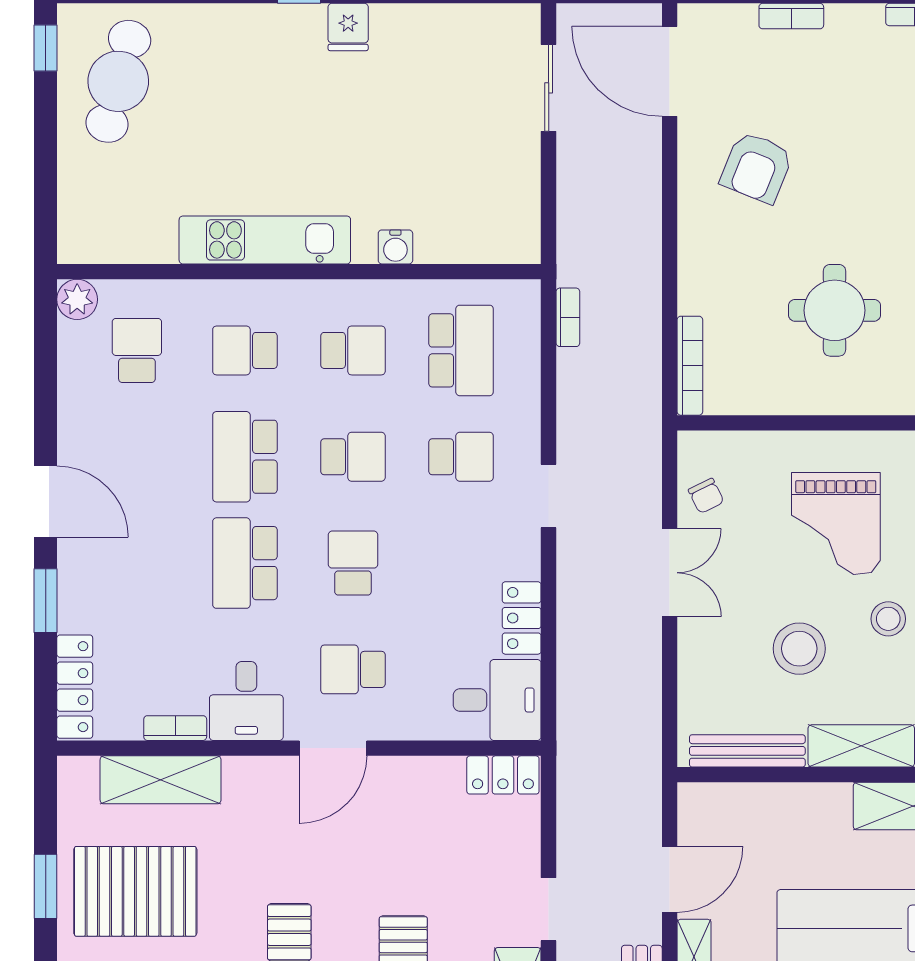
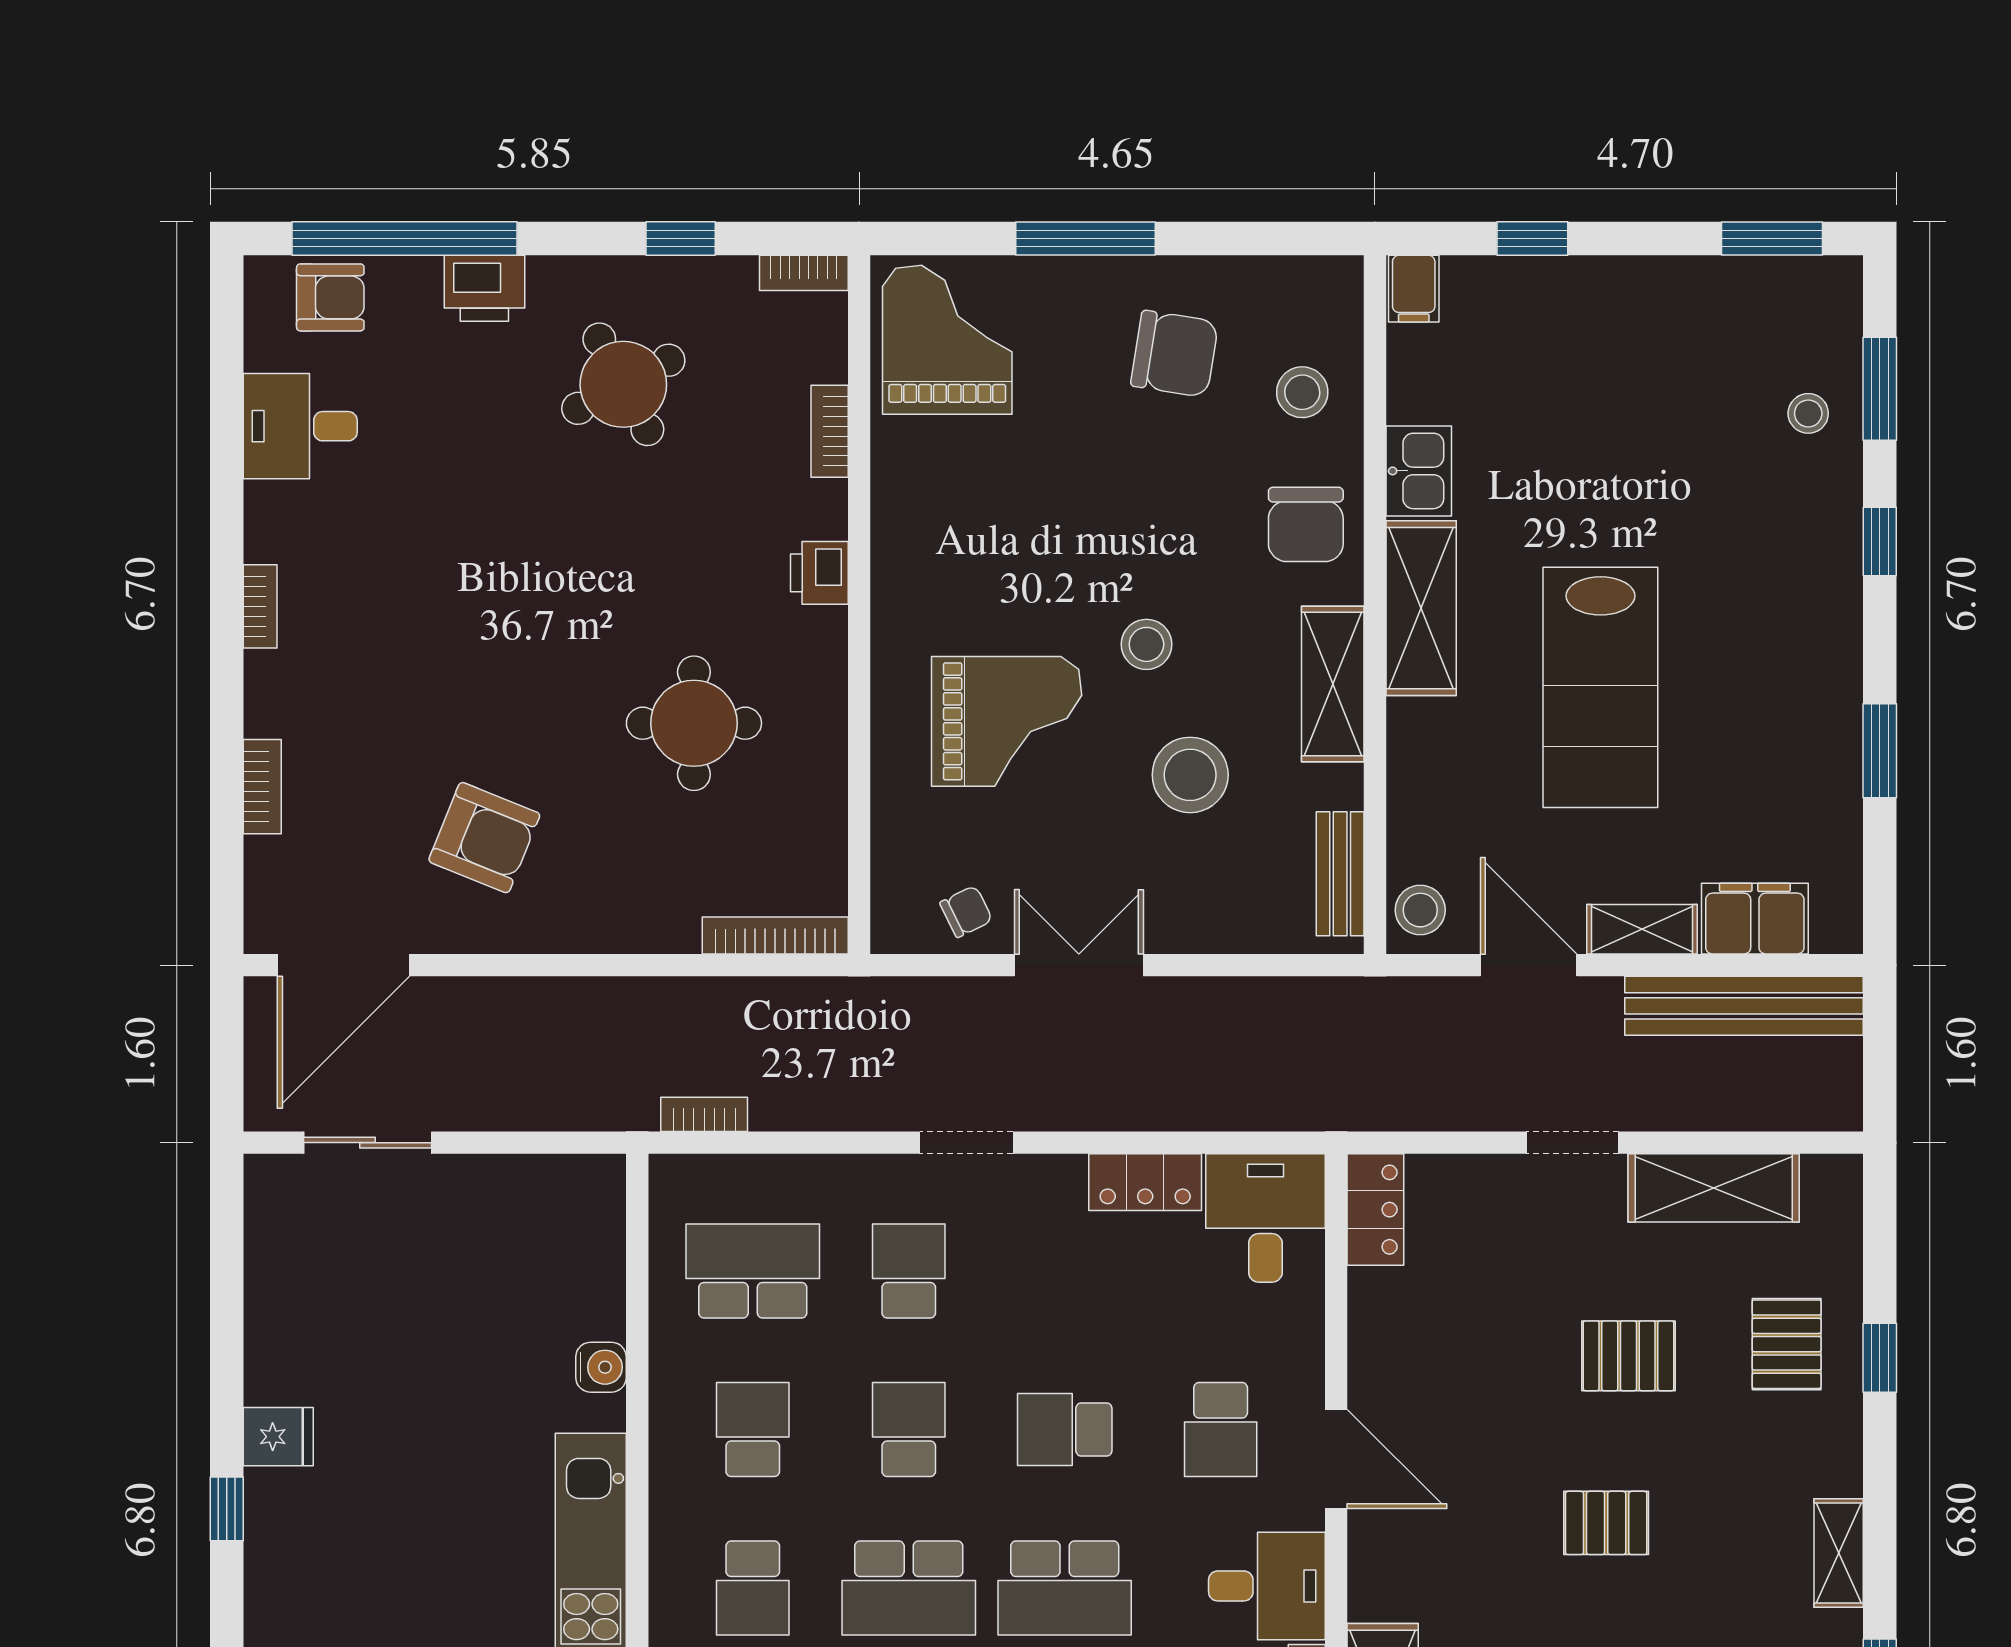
bench: (747, 751) -> (1340, 874), width x0.73
stool: (707, 805) -> (1420, 910), added

